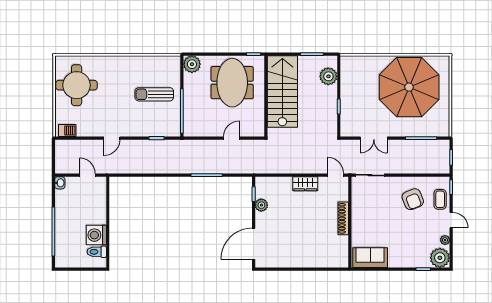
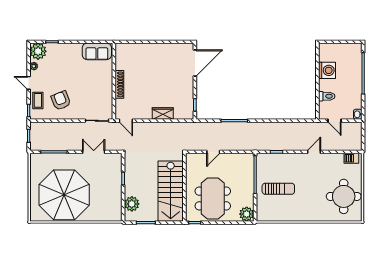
wardrobe: (305, 184) -> (163, 113), moved
plant: (261, 205) -> (188, 96), removed
toilet: (97, 252) -> (327, 96), moved

